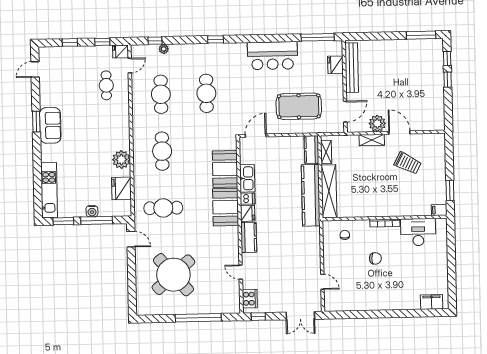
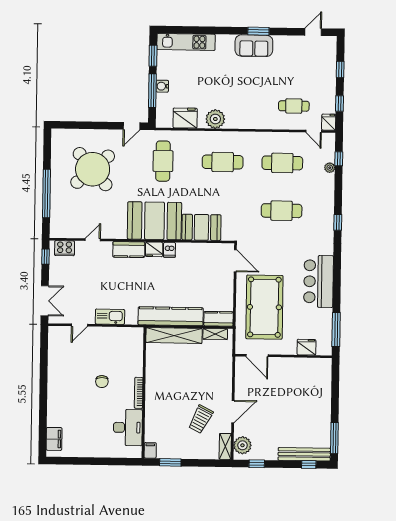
bench: (352, 68) -> (304, 454), moved
door: (35, 69) -> (313, 32), hinge flipped
window: (448, 80) -> (257, 464), moved
pool table: (299, 106) -> (264, 307), width x1.36, depth x1.32
plant: (377, 123) -> (242, 445), moved
shelving: (372, 140) -> (225, 446), moved
kitchen sink: (247, 178) -> (110, 317), moved, turned 180
booth: (226, 207) -> (154, 221), width x1.36, depth x1.42
chair: (345, 235) -> (128, 350), removed
double door: (300, 316) -> (45, 301), swing flipped

